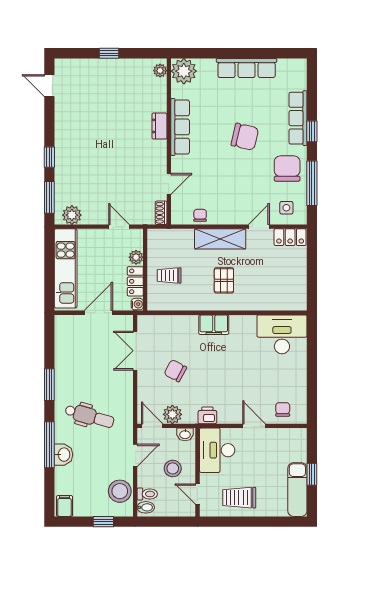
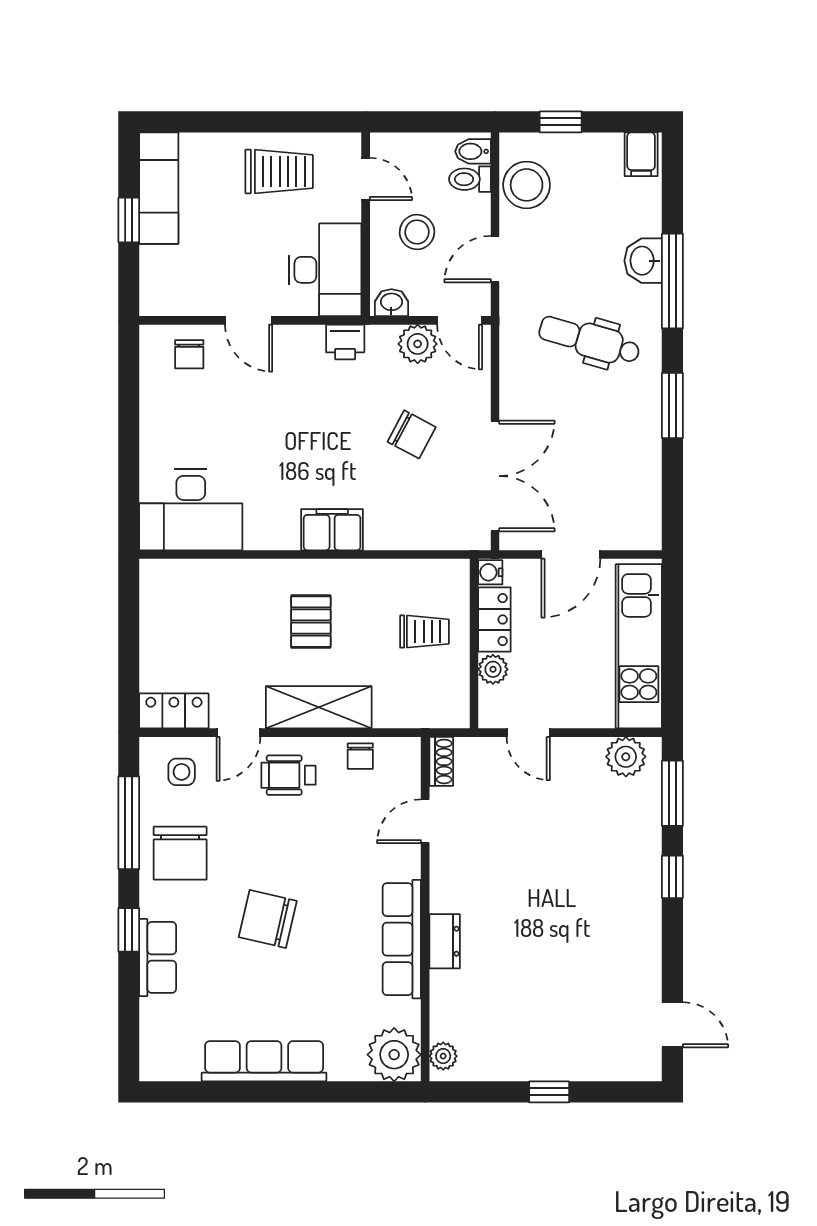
row of seats: (298, 118) -> (158, 957), width x0.68
wheelchair: (235, 206) -> (289, 775), added
double door: (135, 351) -> (495, 476), width x1.37

